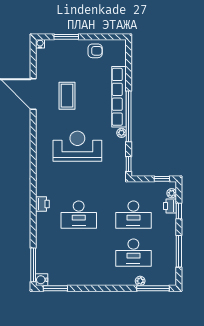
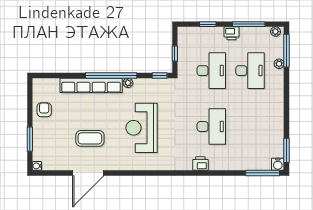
window: (162, 179) -> (175, 53), moved
plant: (172, 193) -> (276, 32), moved
printer: (170, 206) -> (231, 33), moved

